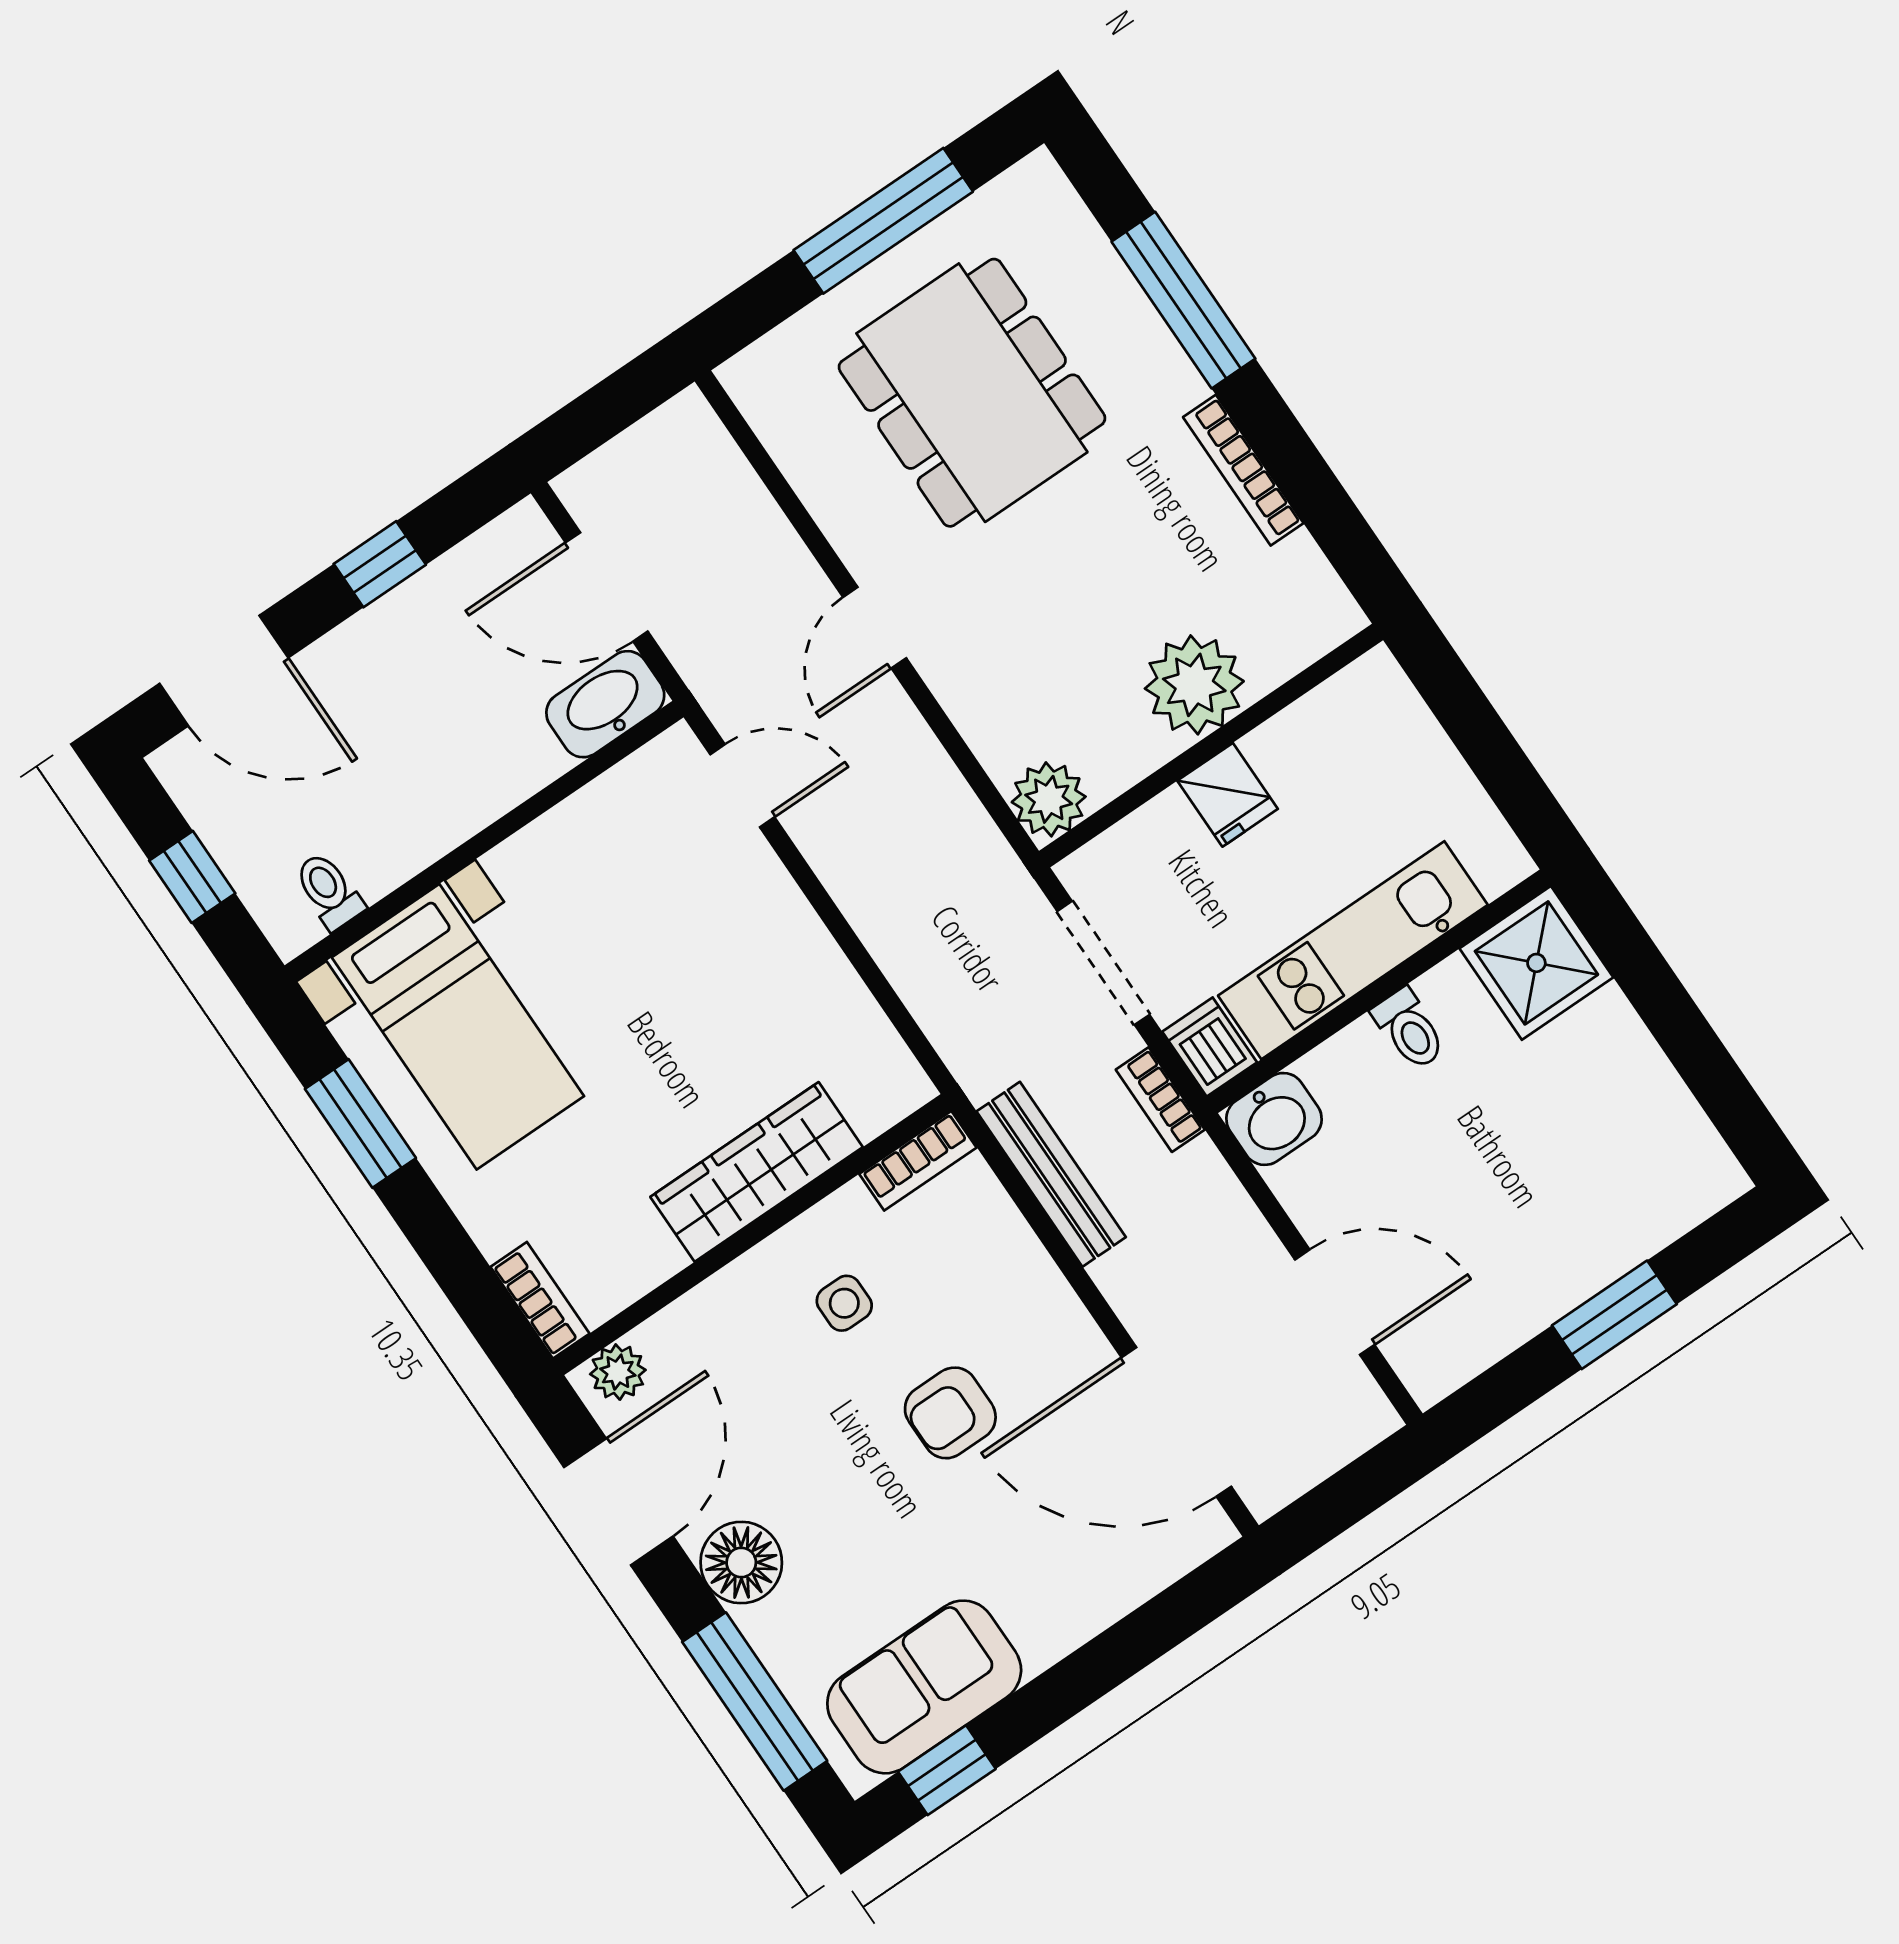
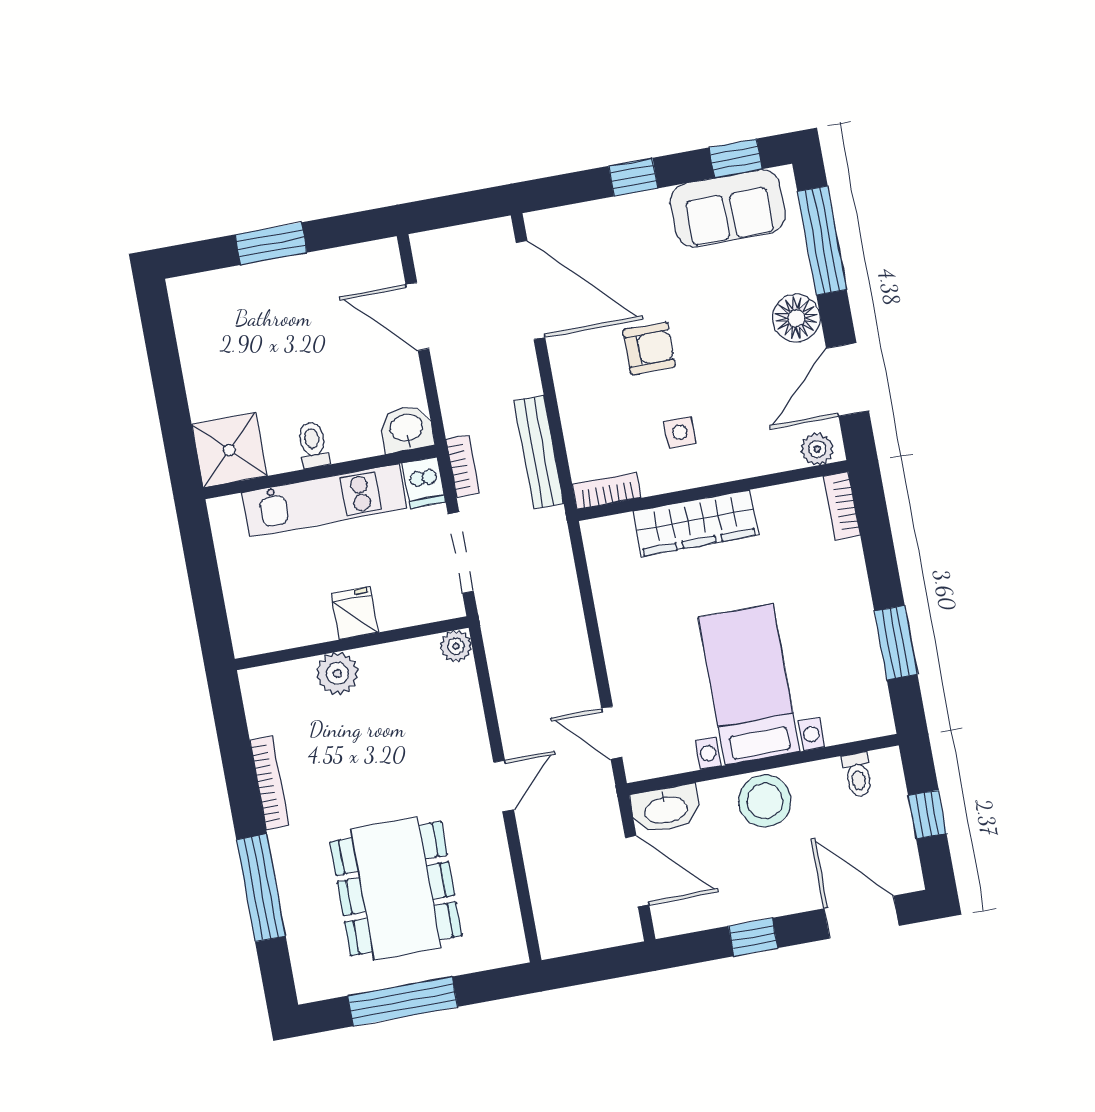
plant: (1194, 685) -> (337, 673), width x0.73, depth x0.73
stool: (456, 785) -> (765, 801), added
plant: (1049, 799) -> (456, 646), width x0.73, depth x0.73
bed with nightstands: (458, 1027) -> (749, 685), moved
window: (1094, 1670) -> (633, 177), added

